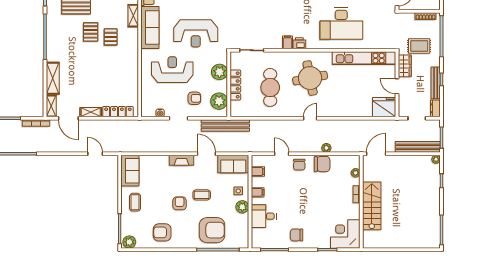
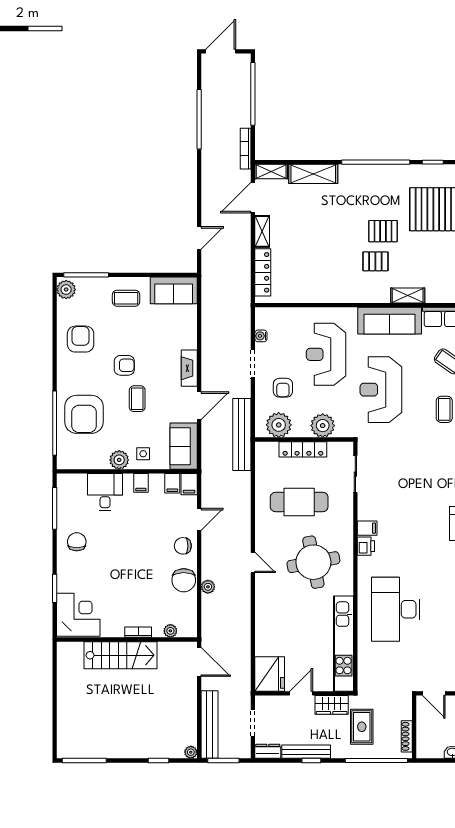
reception desk: (172, 70) -> (326, 354), turned 180
filing cabinet: (258, 160) -> (189, 484), added

